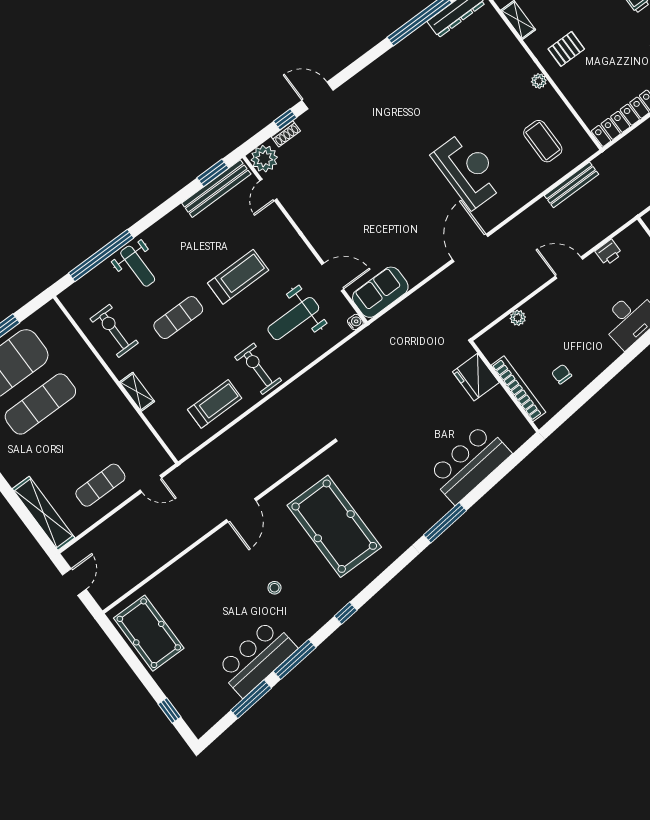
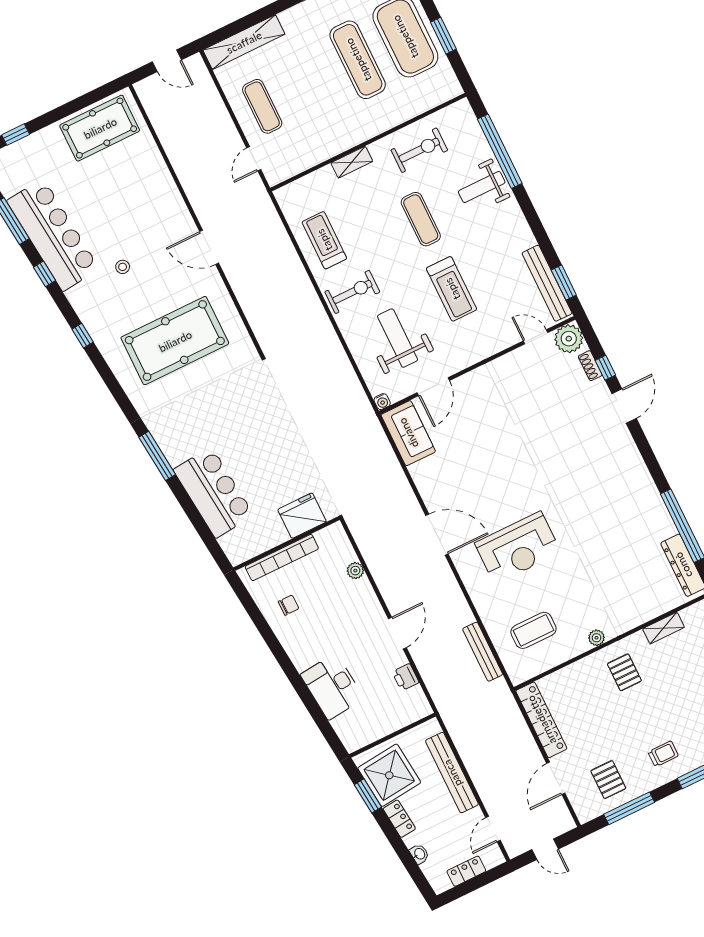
treadmill: (215, 404) -> (324, 240), turned 180
bar counter: (257, 658) -> (53, 235), width x1.36
window: (295, 659) -> (44, 274), width x0.46

